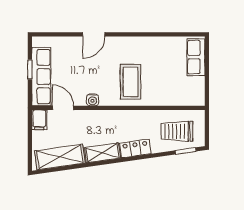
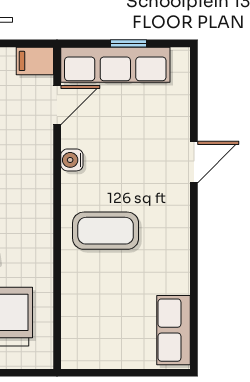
door: (94, 34) -> (194, 162), swing flipped
row of seats: (196, 57) -> (173, 330), moved, turned -90

